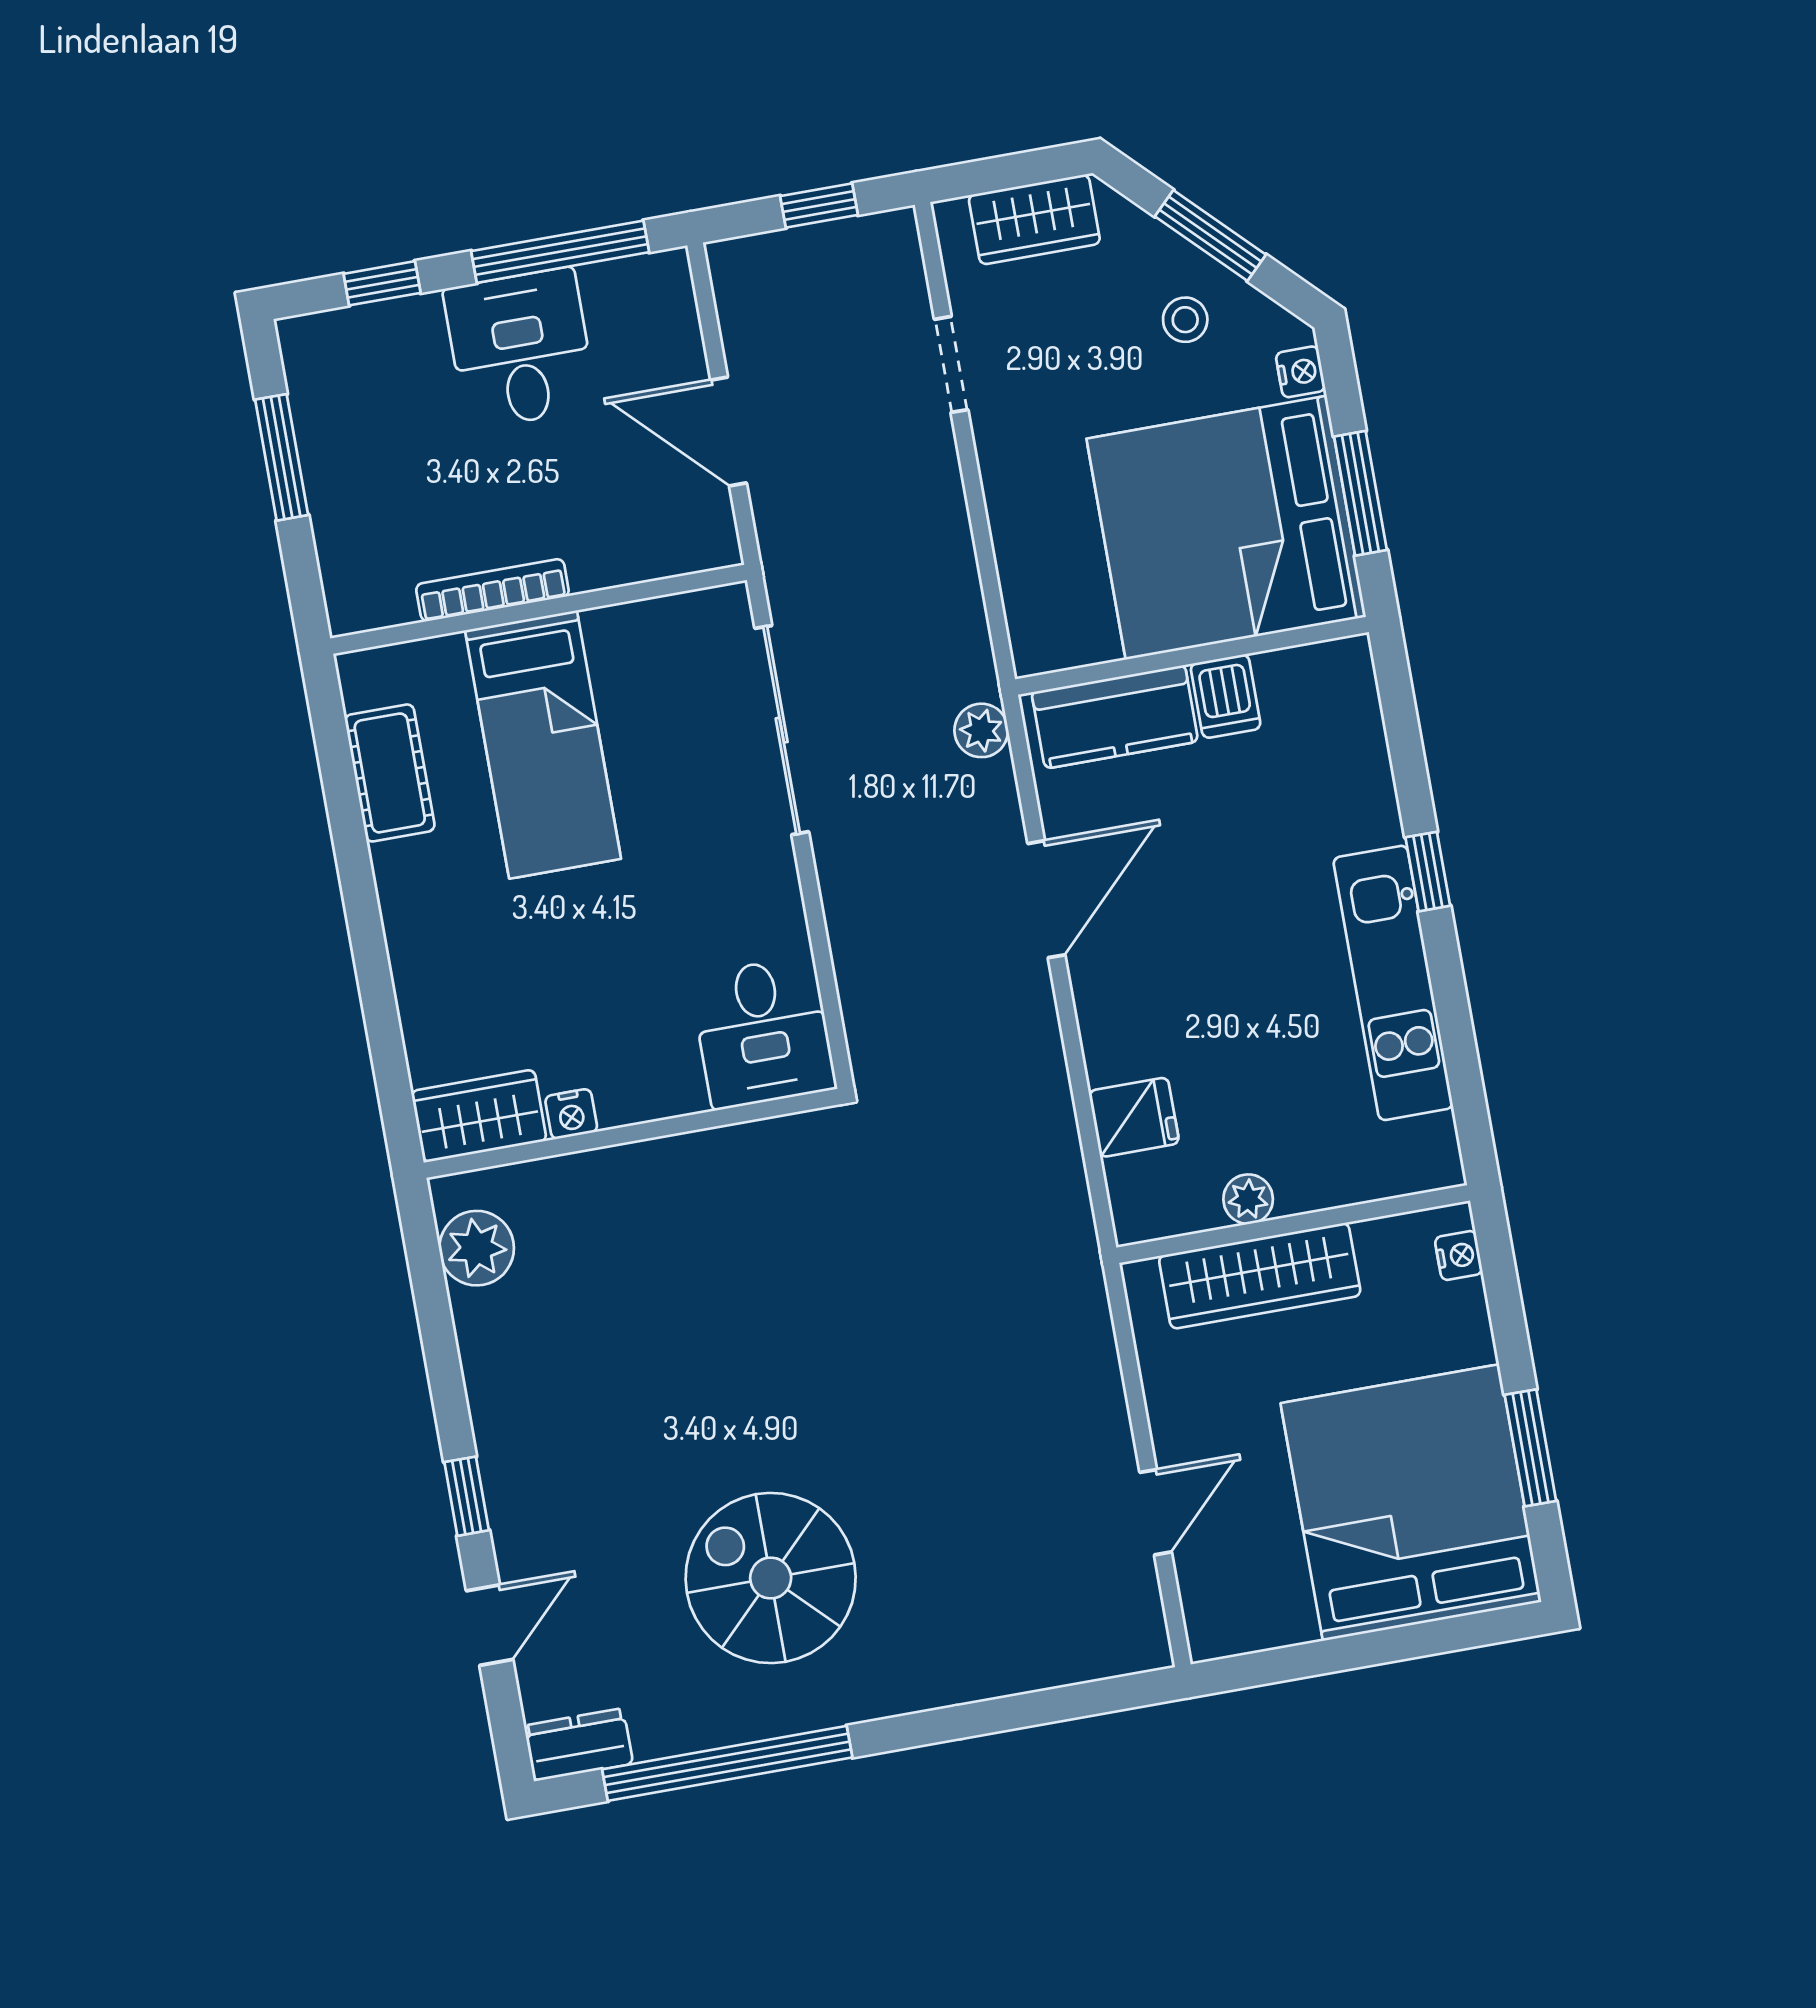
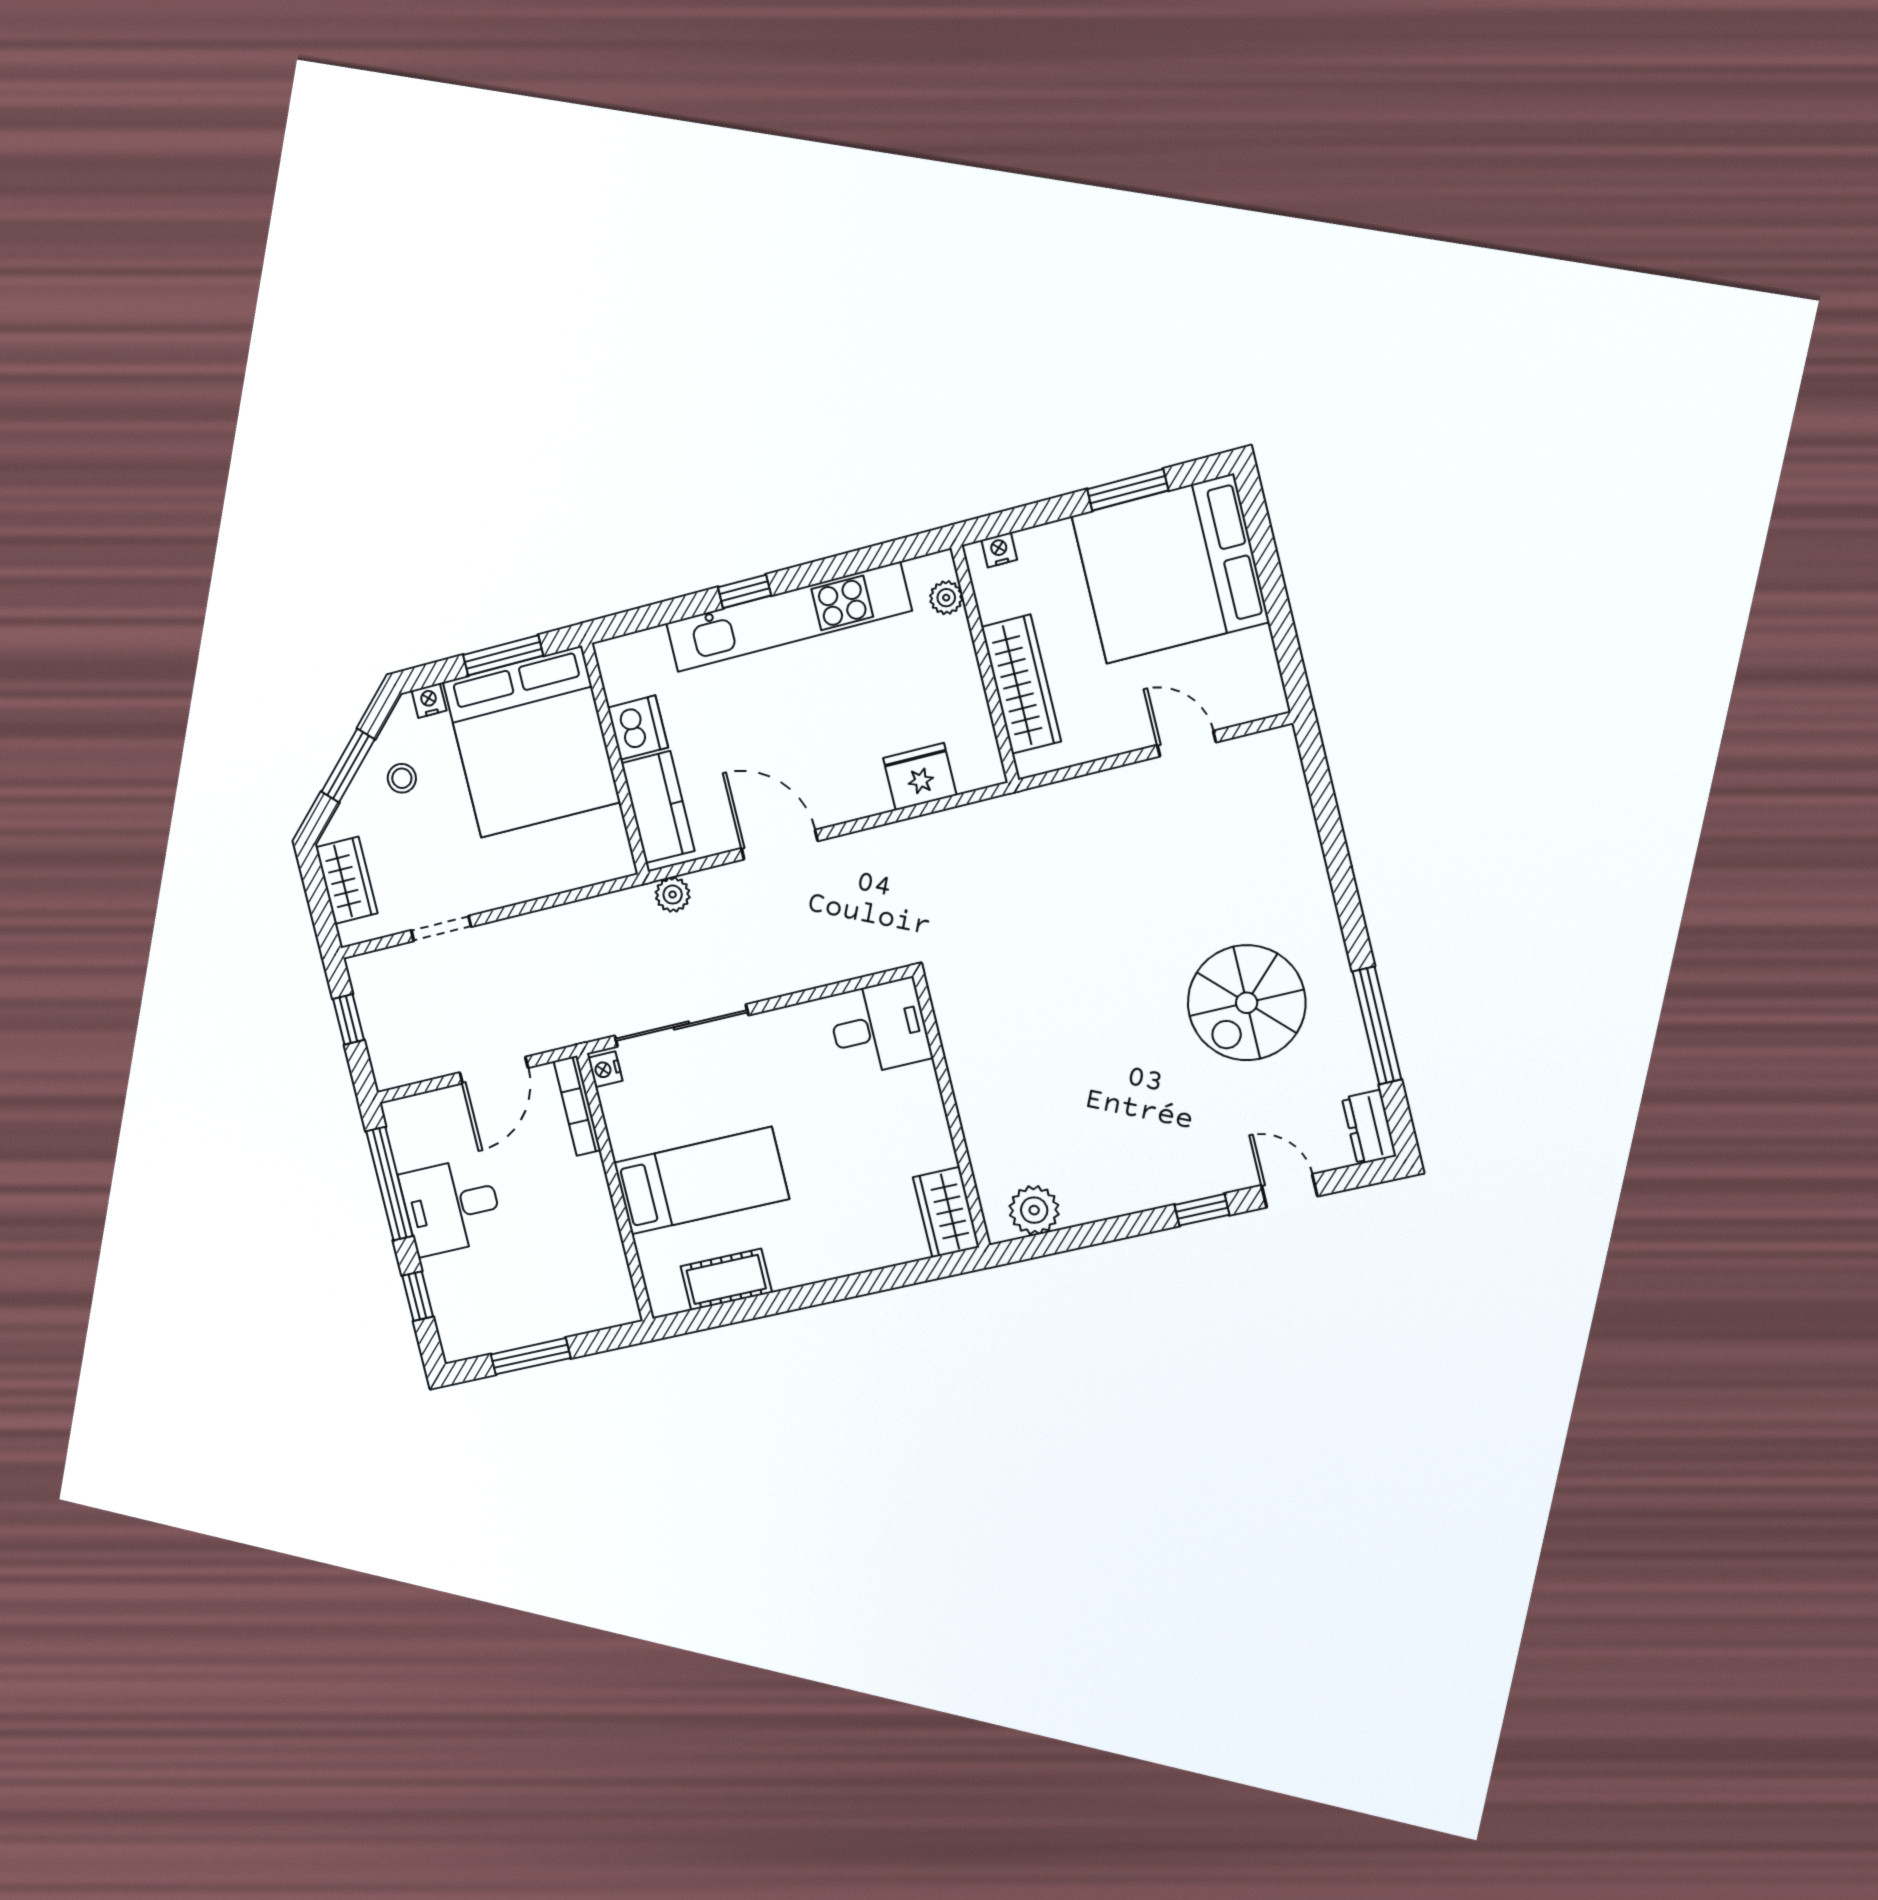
bookcase: (492, 590) -> (577, 1106), moved
dishwasher: (1226, 696) -> (638, 728), width x1.38
kitchen unit: (1393, 983) -> (788, 617), width x1.36
nightstand: (571, 1114) -> (605, 1069), moved, turned 180
fridge: (1134, 1117) -> (920, 777), width x1.38
plant: (1248, 1199) -> (946, 598), moved
window: (727, 1763) -> (1377, 1025), width x0.68

